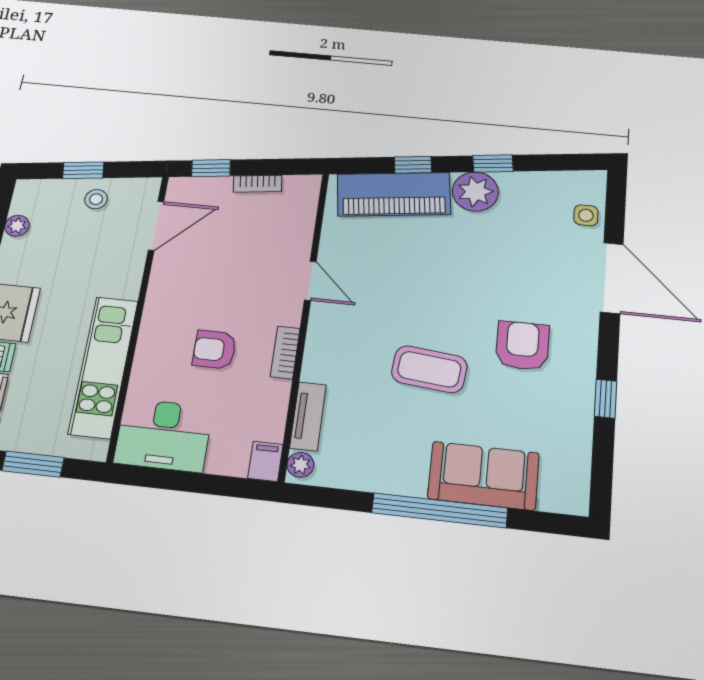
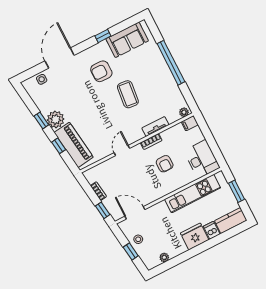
tv unit: (308, 416) -> (155, 127), moved
sofa: (484, 476) -> (127, 40), moved, turned -90

